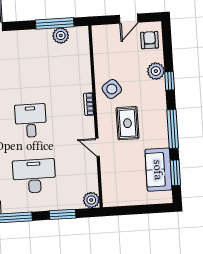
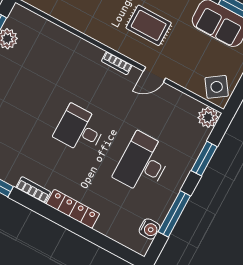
side table: (112, 89) -> (217, 87), moved
bookcase: (89, 104) -> (117, 63), moved

